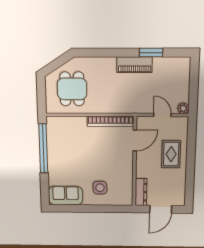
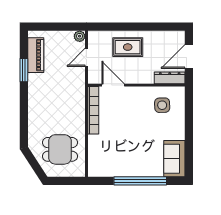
piano: (134, 65) -> (36, 55), moved
window: (43, 148) -> (140, 181), moved
side table: (100, 188) -> (162, 105), moved
door: (161, 209) -> (189, 57), swing flipped

